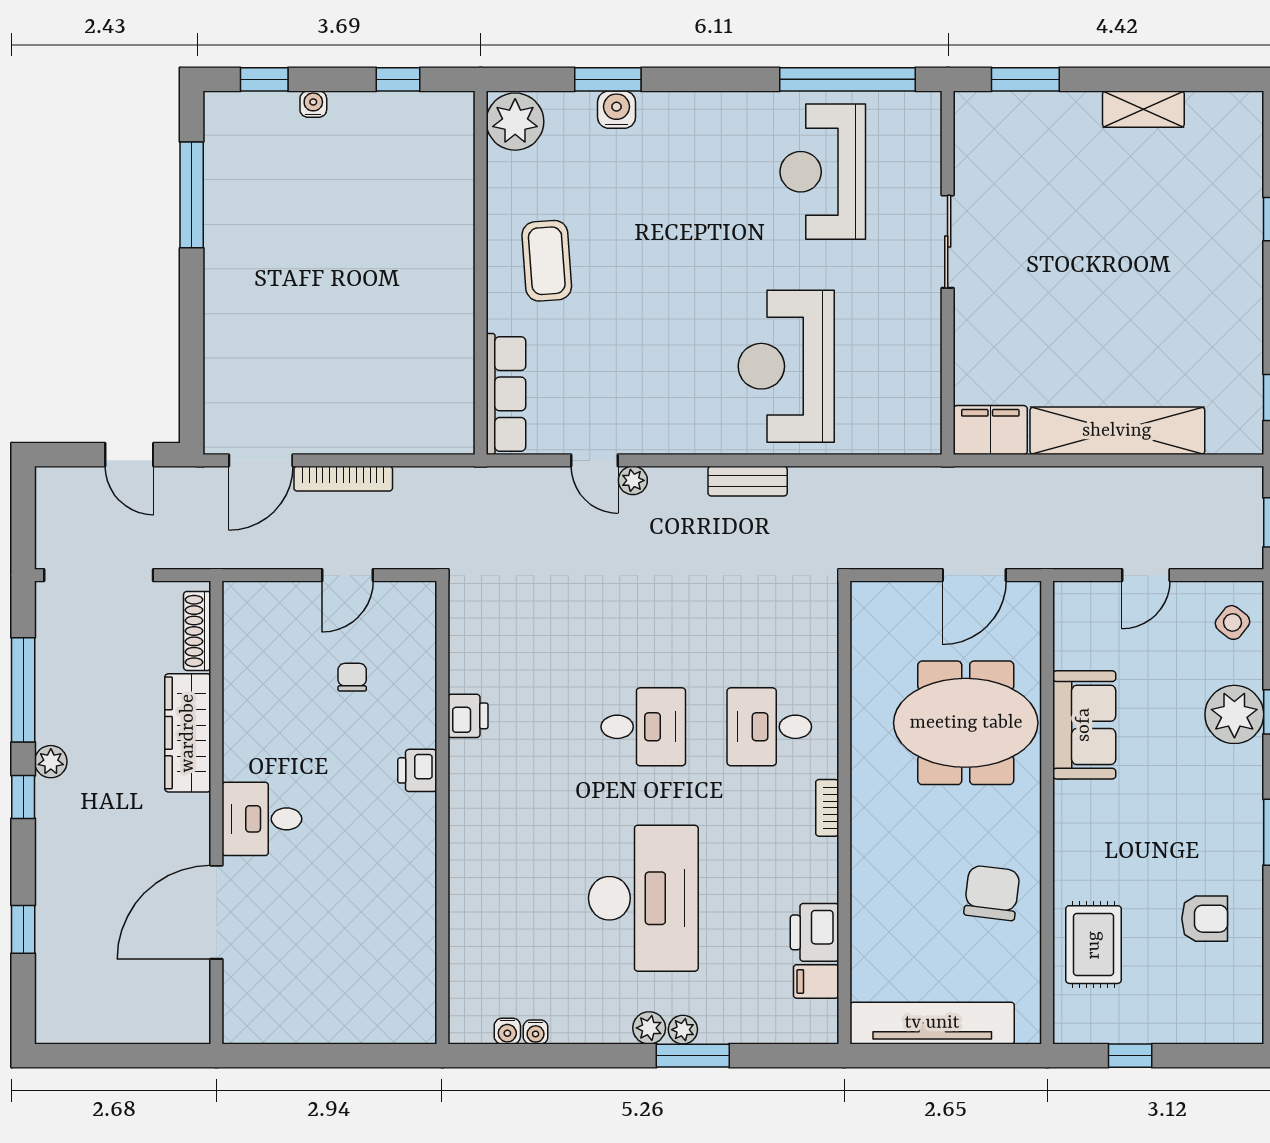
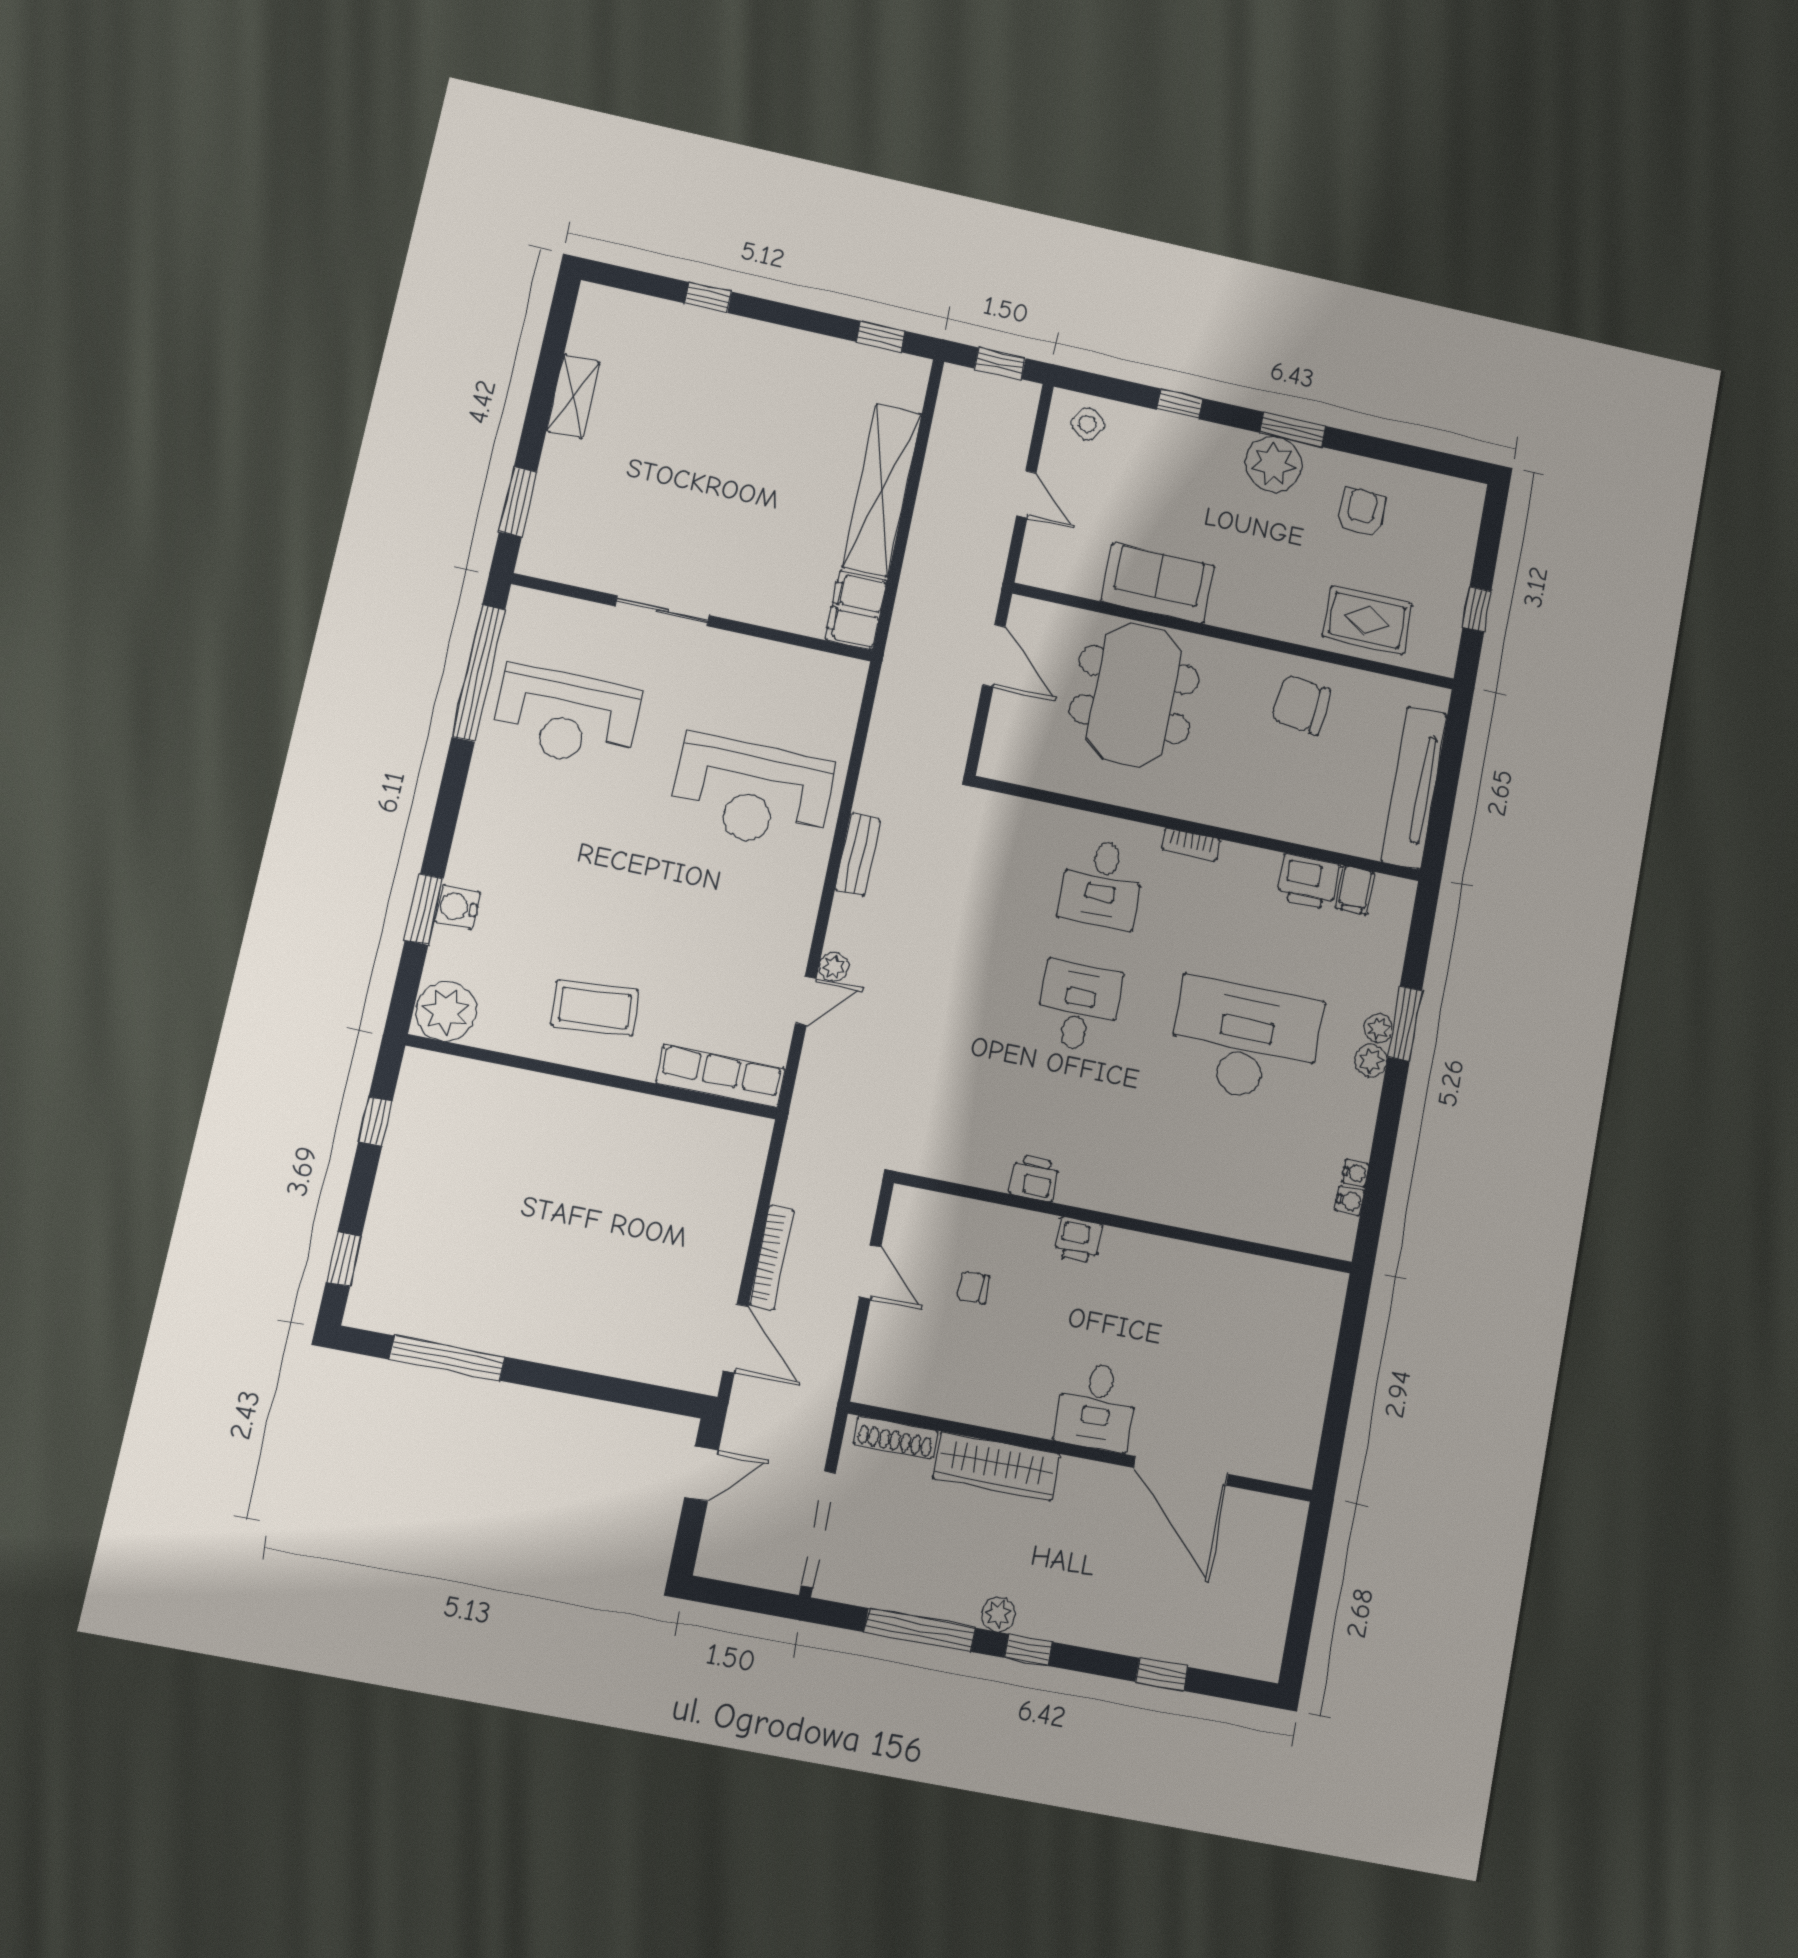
water cooler: (313, 104) -> (381, 1214), removed
plant: (1234, 714) -> (1274, 464), moved

